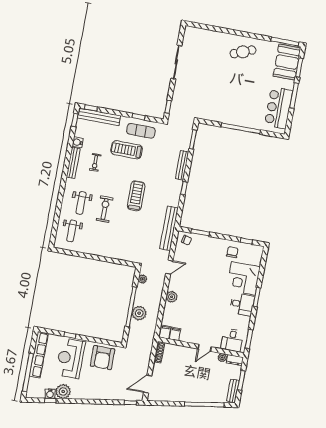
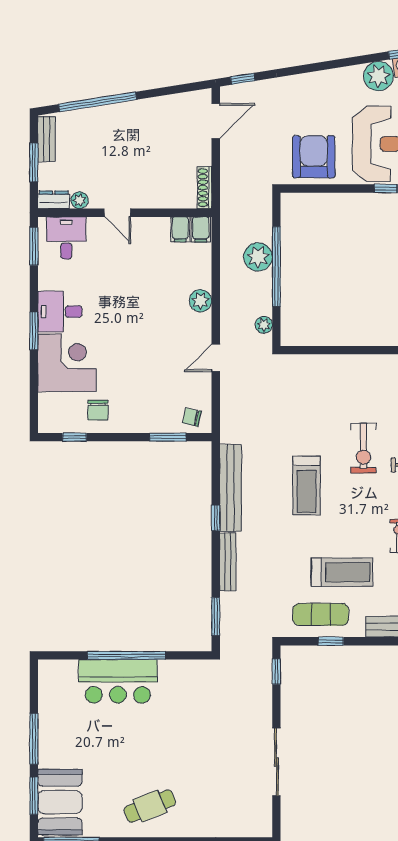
bar counter: (279, 108) -> (118, 681), moved, turned 90
bench: (169, 228) -> (231, 488), moved
door: (205, 348) -> (117, 213), swing flipped

